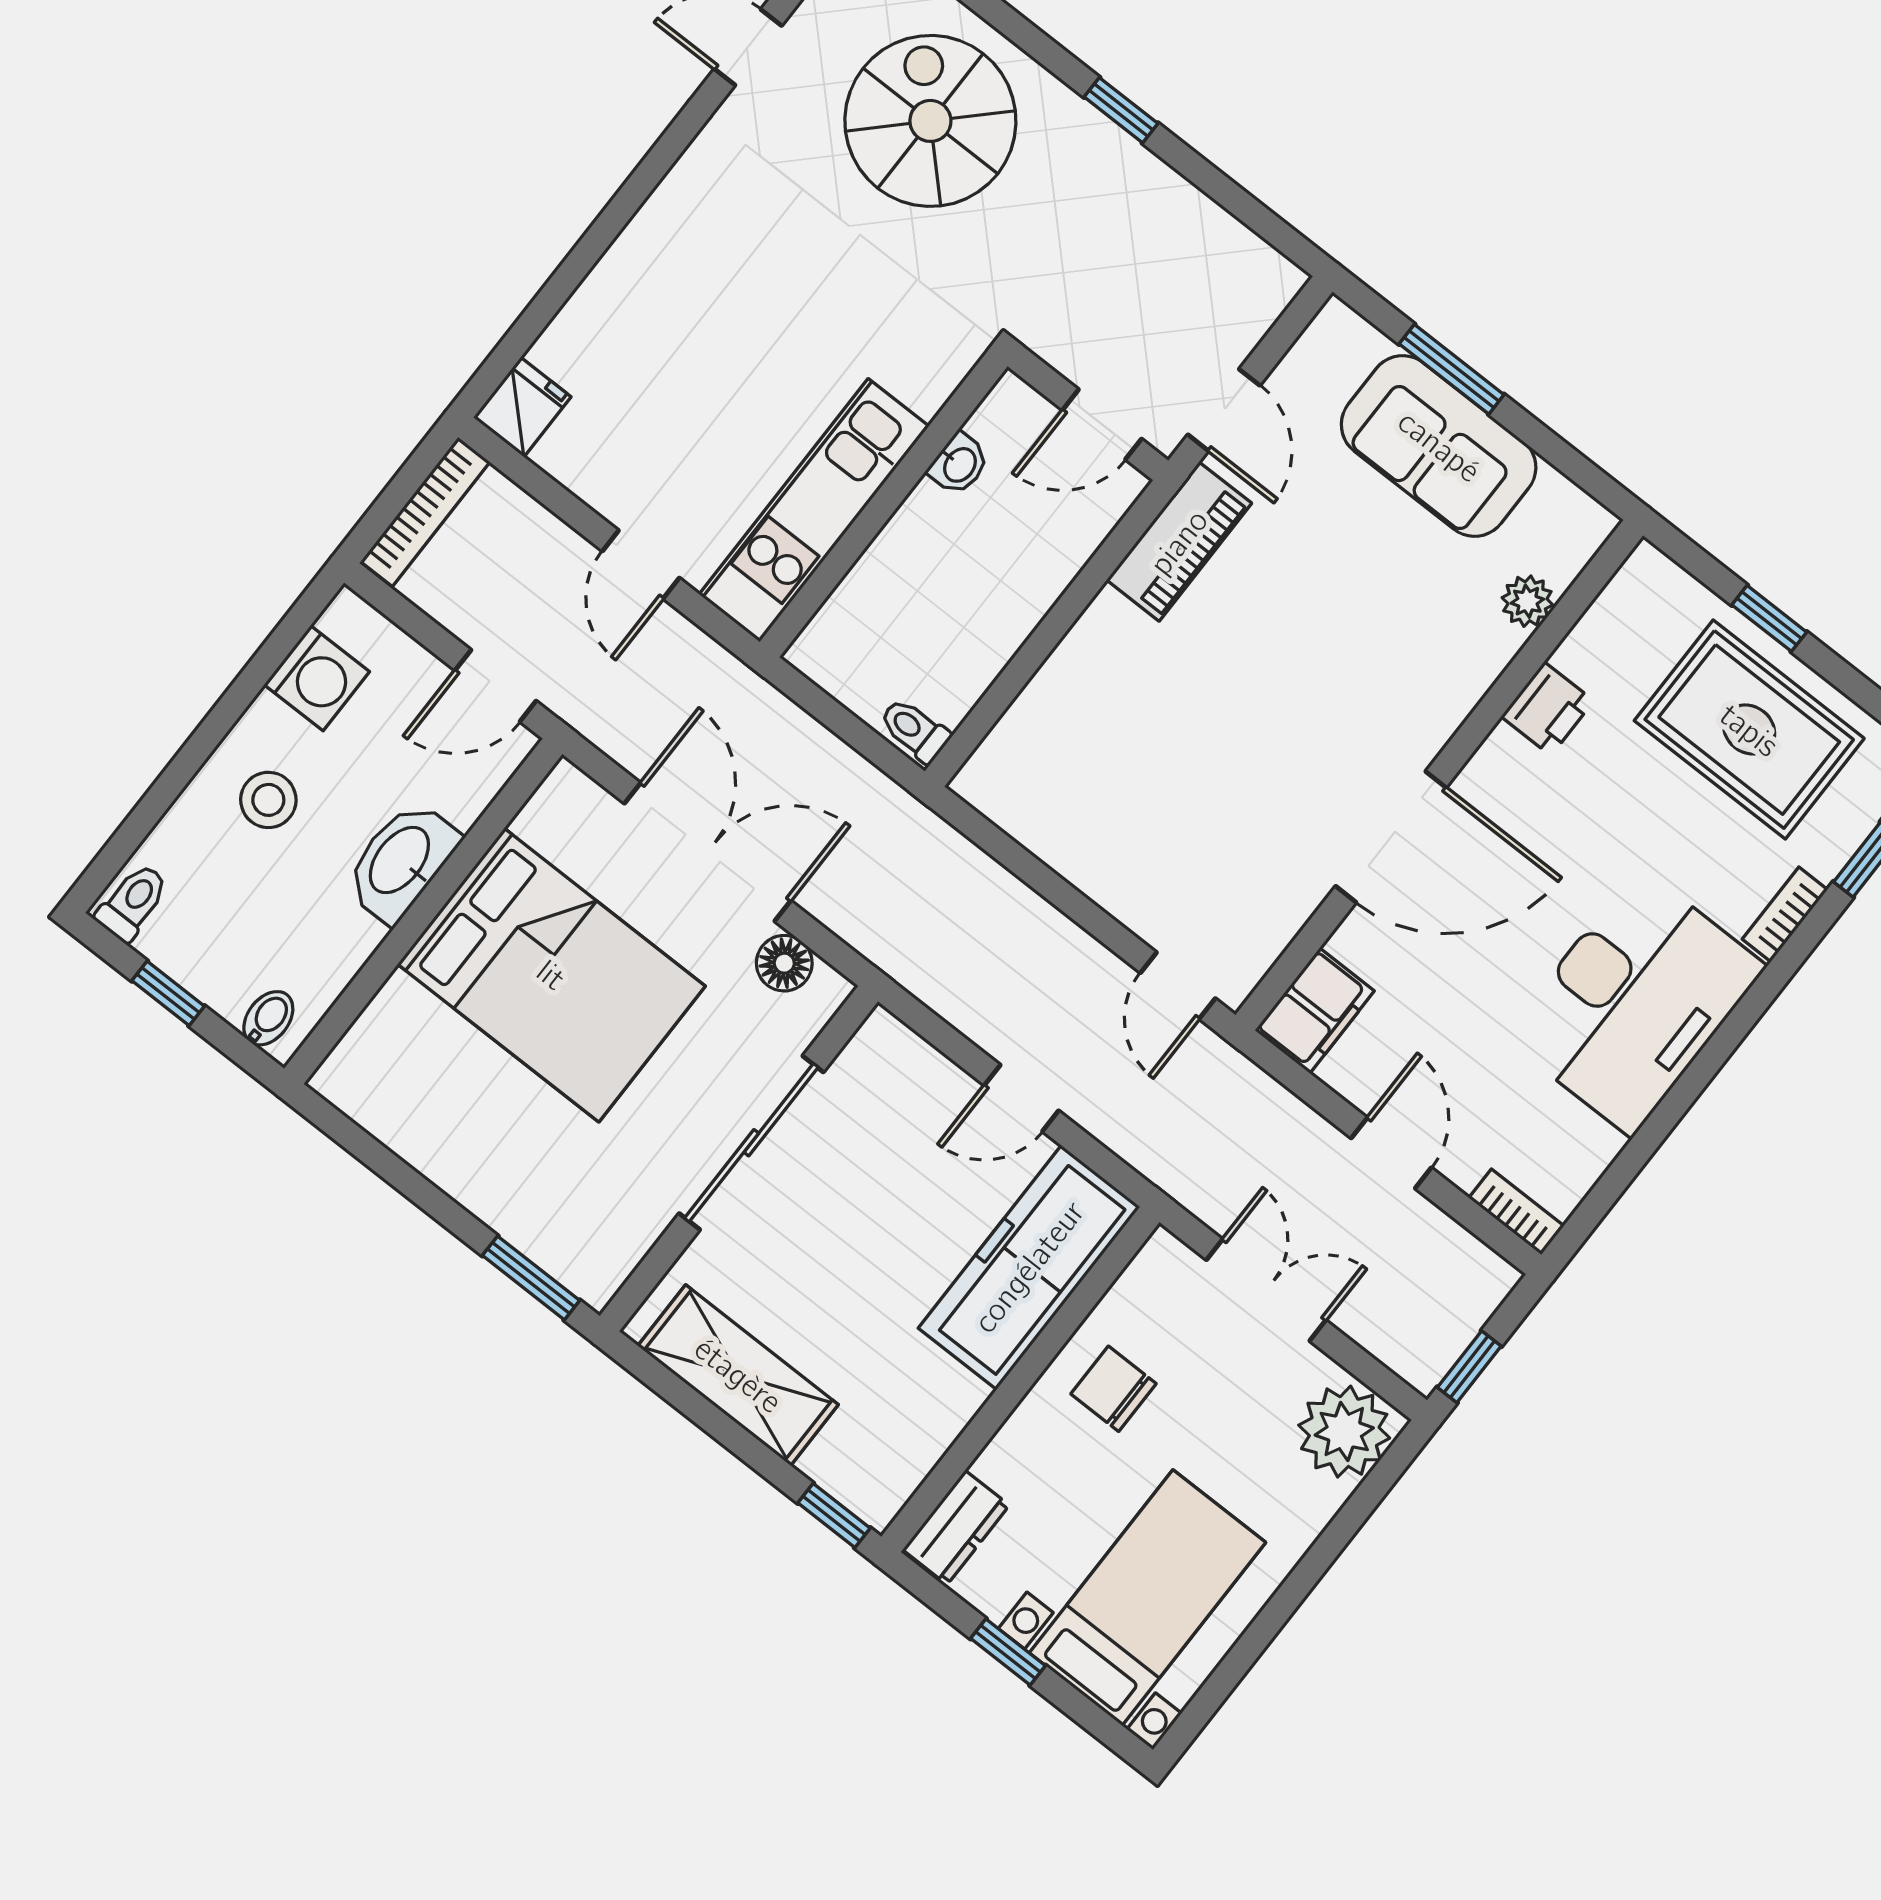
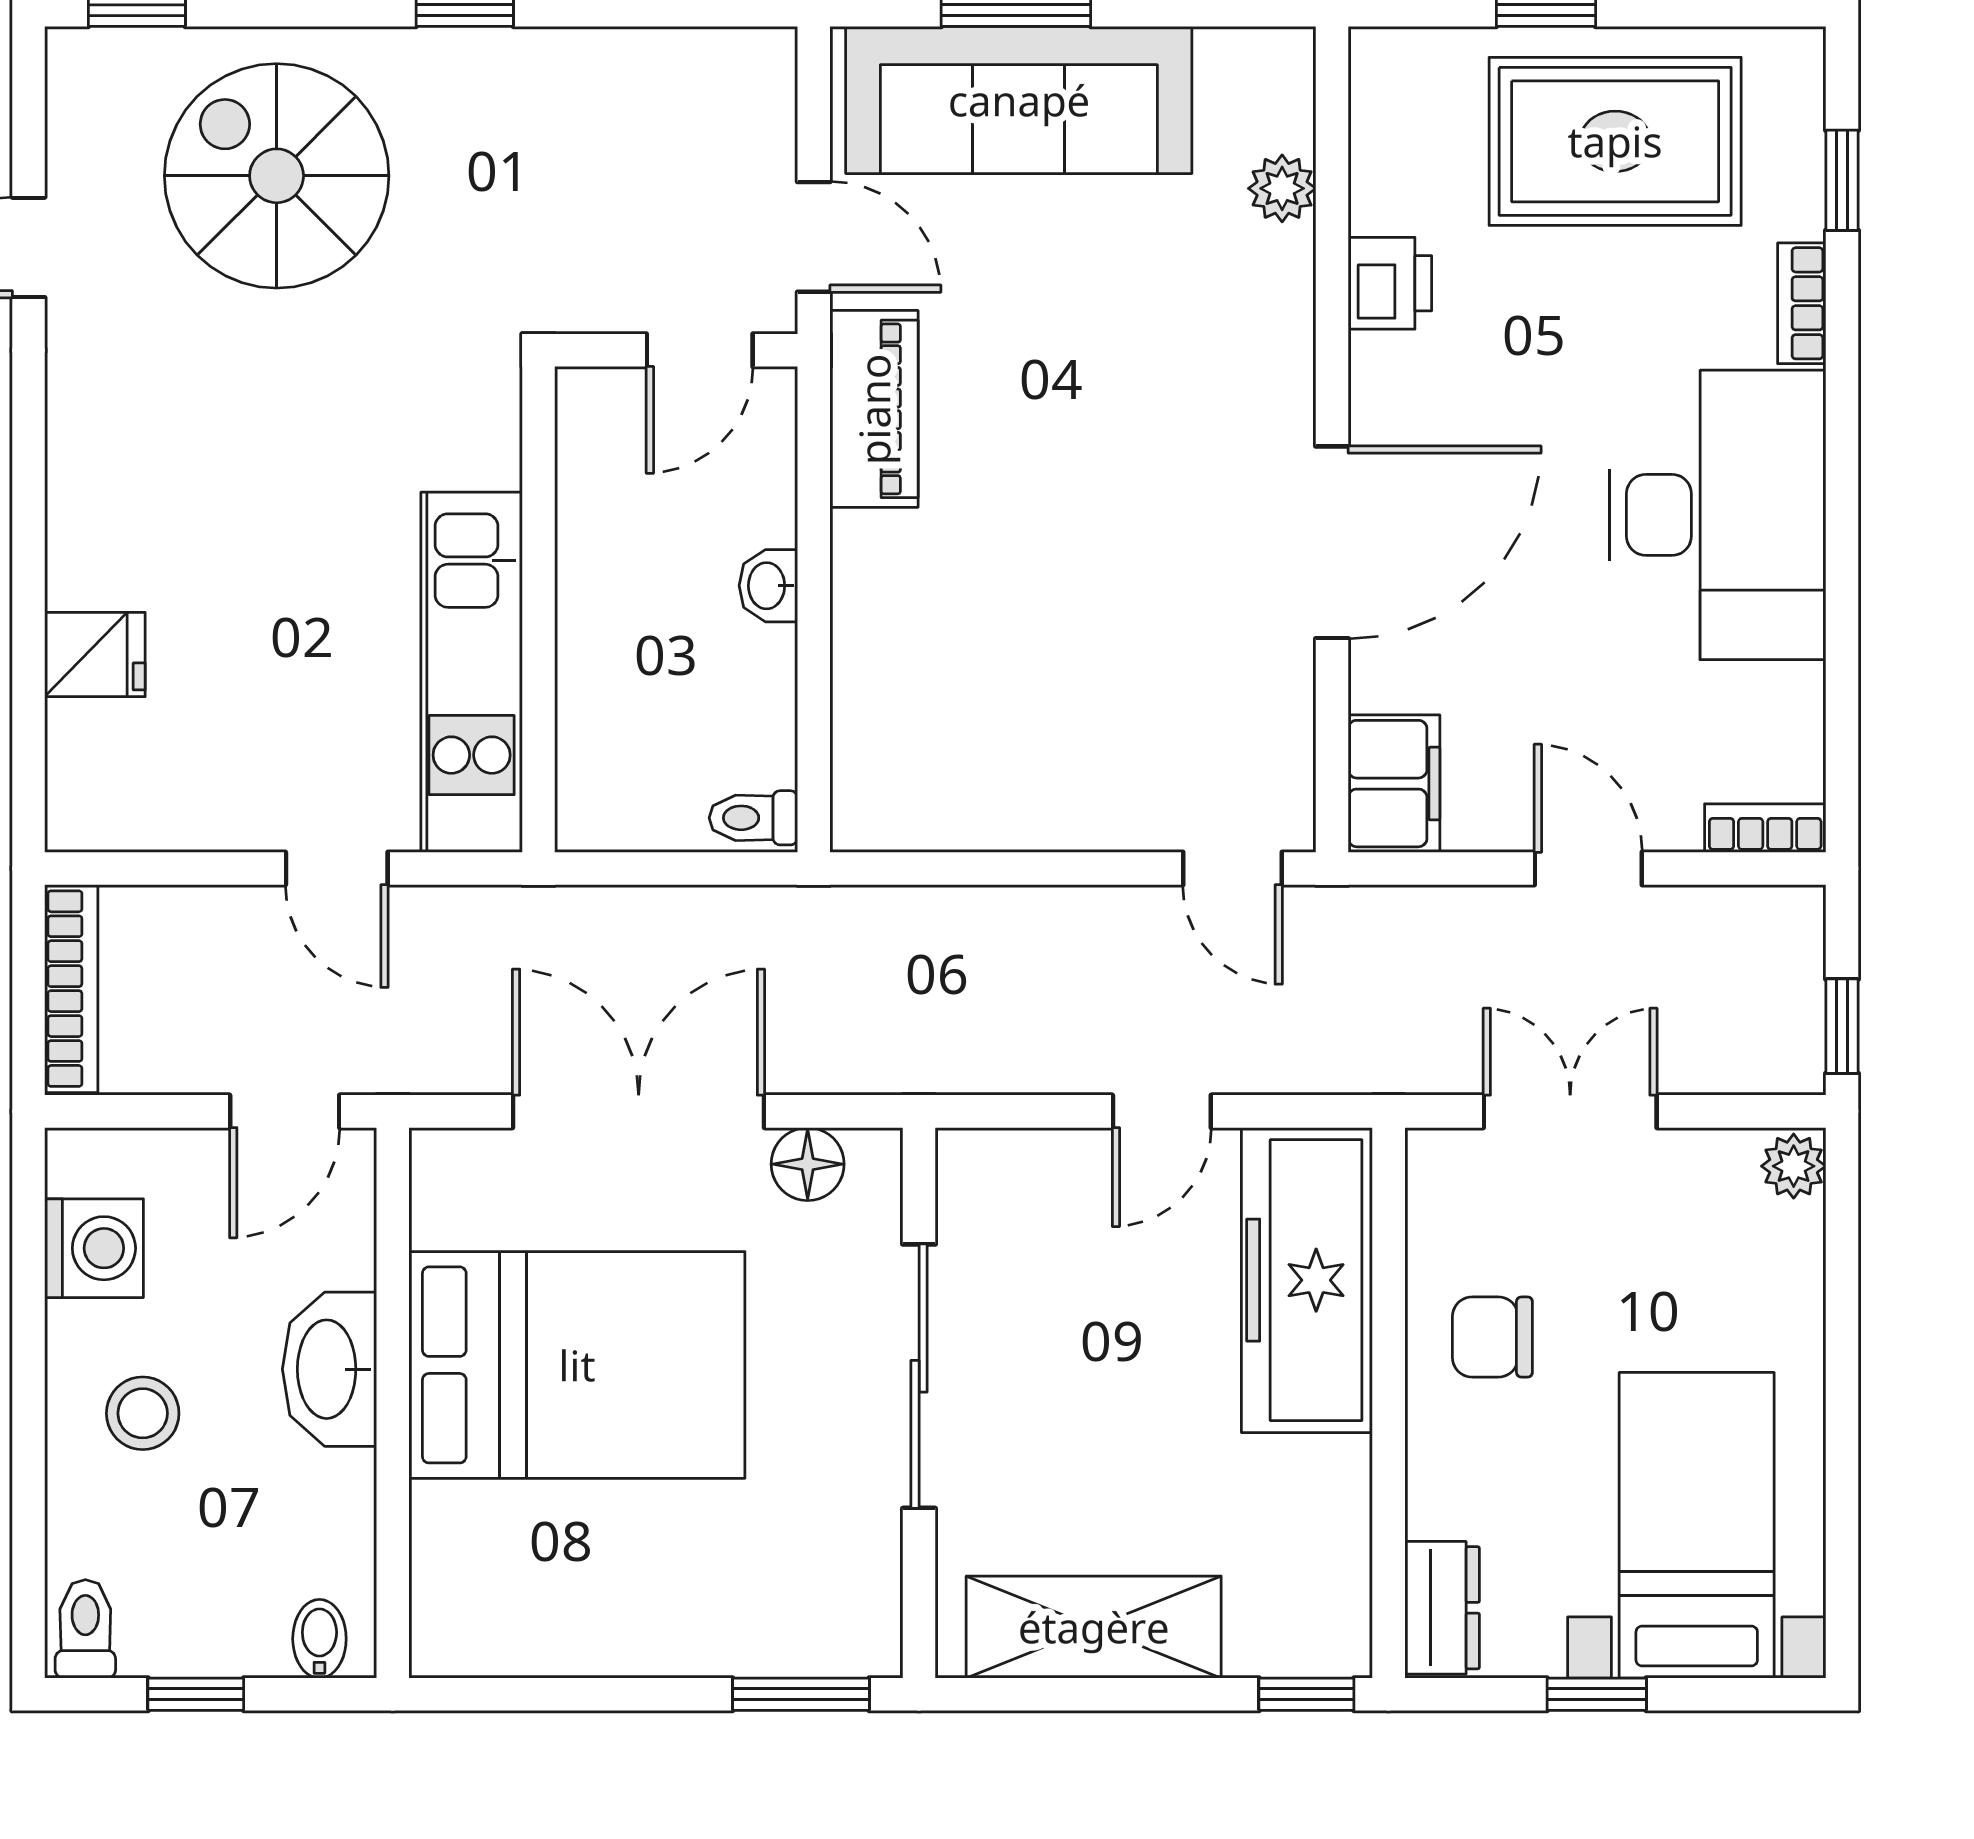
fridge: (522, 407) -> (95, 655), moved, turned 90
sofa: (1439, 446) -> (1019, 100), width x1.36
washbasin: (959, 464) -> (768, 586), moved, turned 180
plant: (1344, 1432) -> (1794, 1166), width x0.53, depth x0.53

